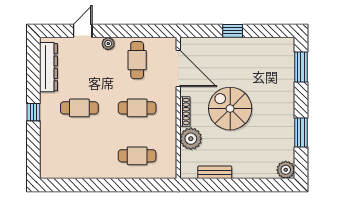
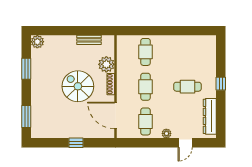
cafe table: (137, 108) -> (145, 87), turned 90
spiral stairs: (230, 109) -> (78, 86), turned 180
cafe table: (137, 156) -> (145, 52), turned 90

